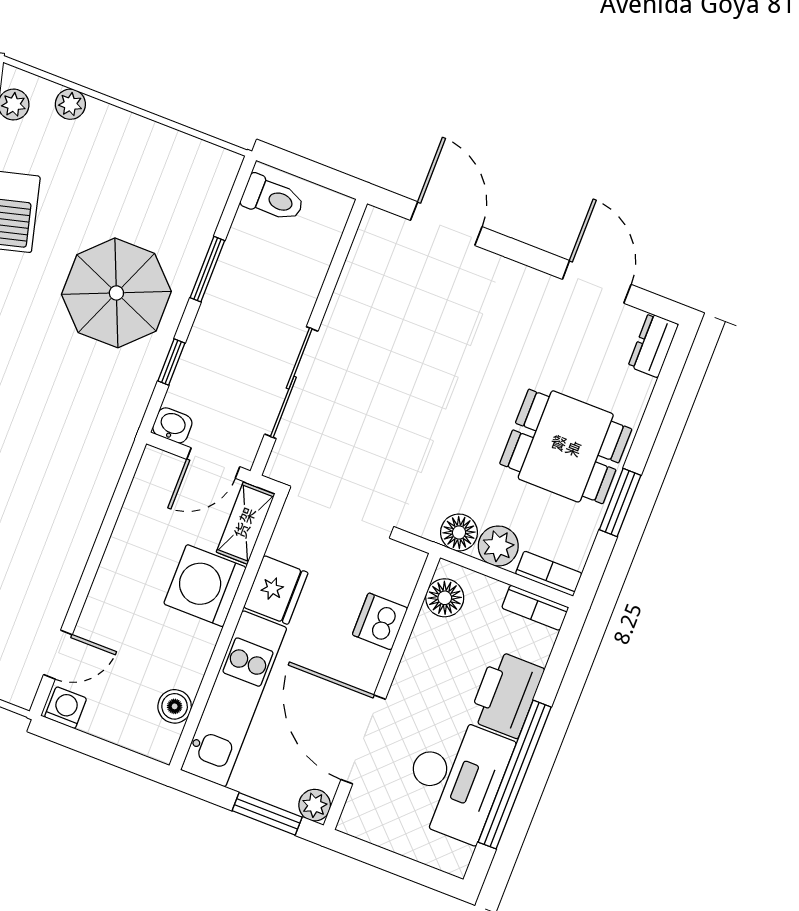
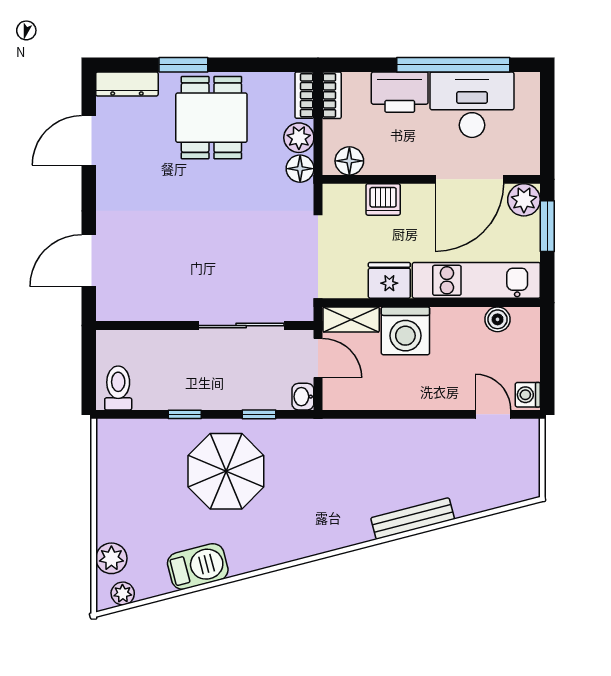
plant: (70, 104) -> (111, 558), width x1.38, depth x1.38
window: (207, 269) -> (185, 414), width x0.67
dresser: (653, 345) -> (127, 84), width x1.44
window: (620, 502) -> (183, 65), moved
plant: (315, 805) -> (524, 200), width x1.38, depth x1.38

